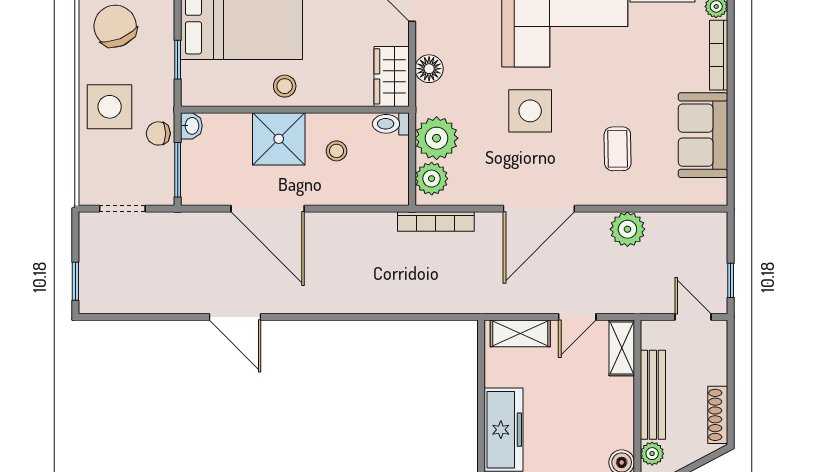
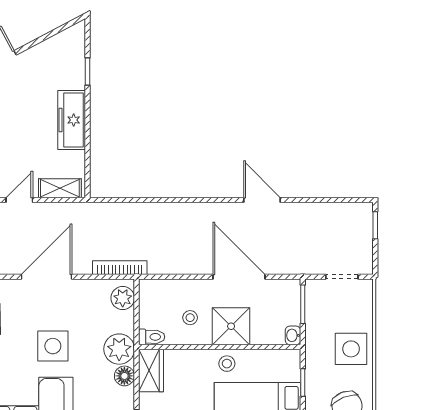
chair: (158, 133) -> (316, 330), removed
plant: (437, 138) -> (119, 349), moved

